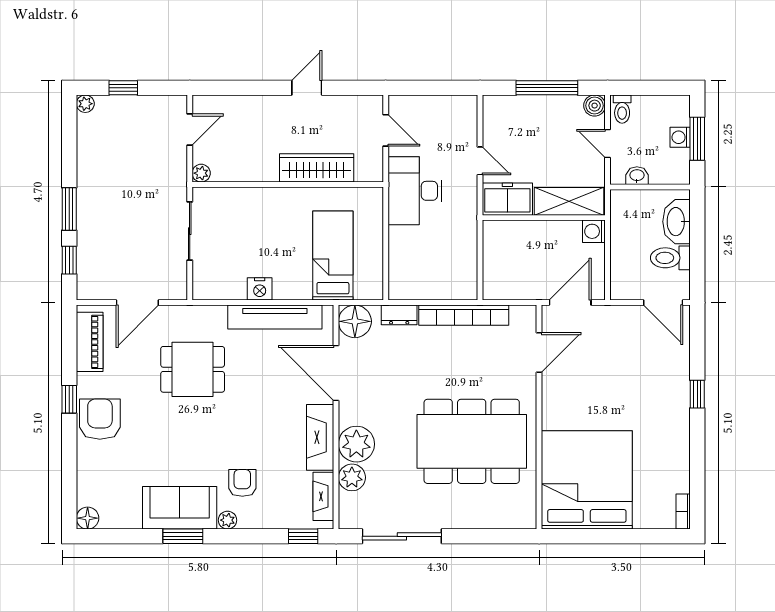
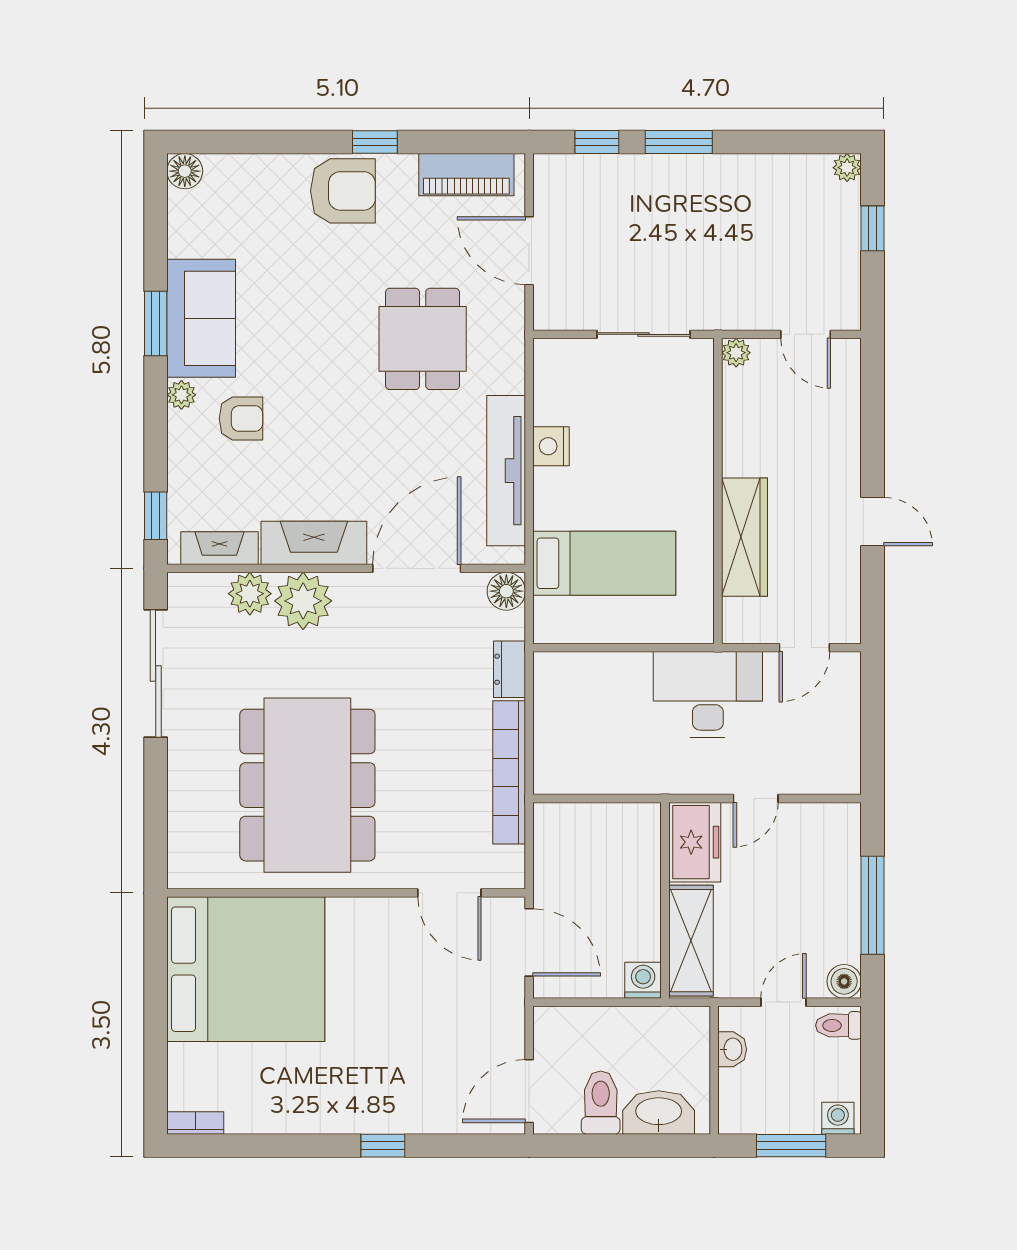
washing machine: (680, 137) -> (838, 1118), moved
floor lamp: (355, 321) -> (506, 591), width x0.73, depth x0.73

